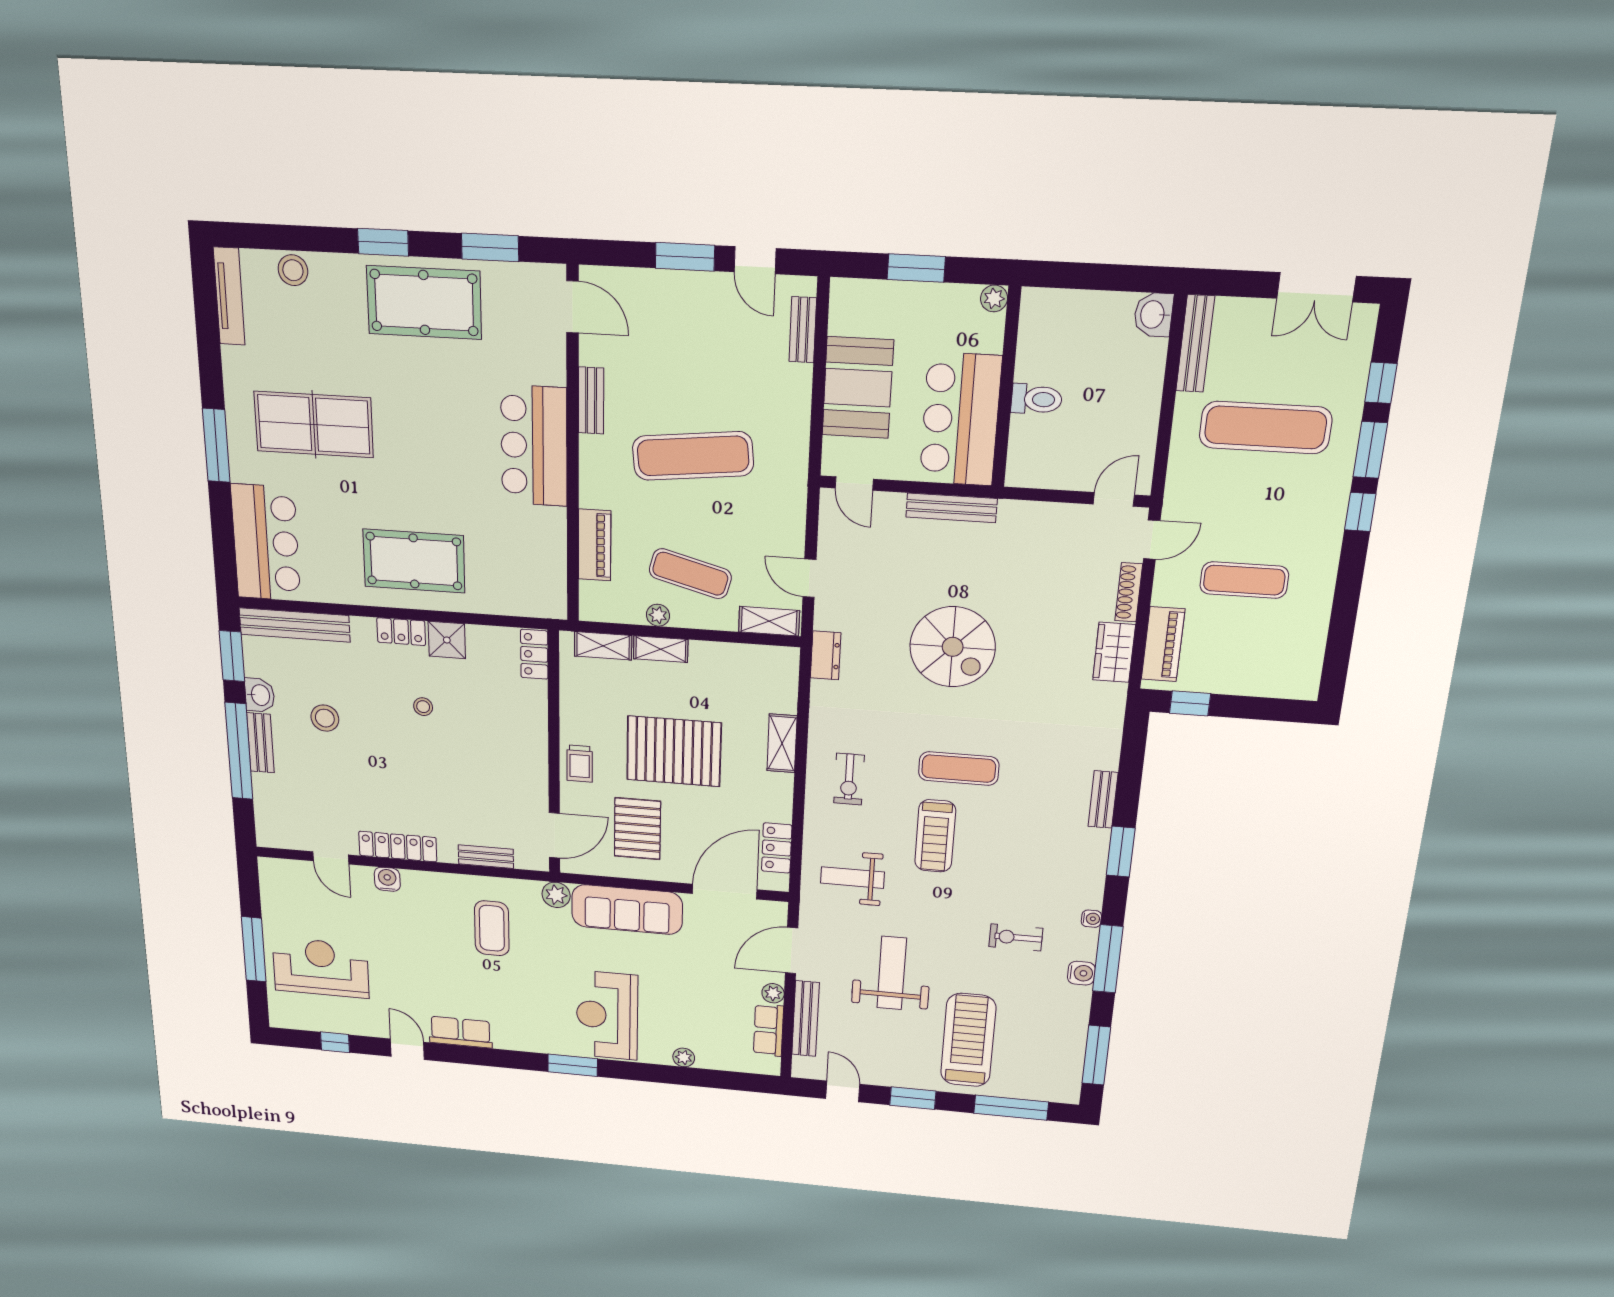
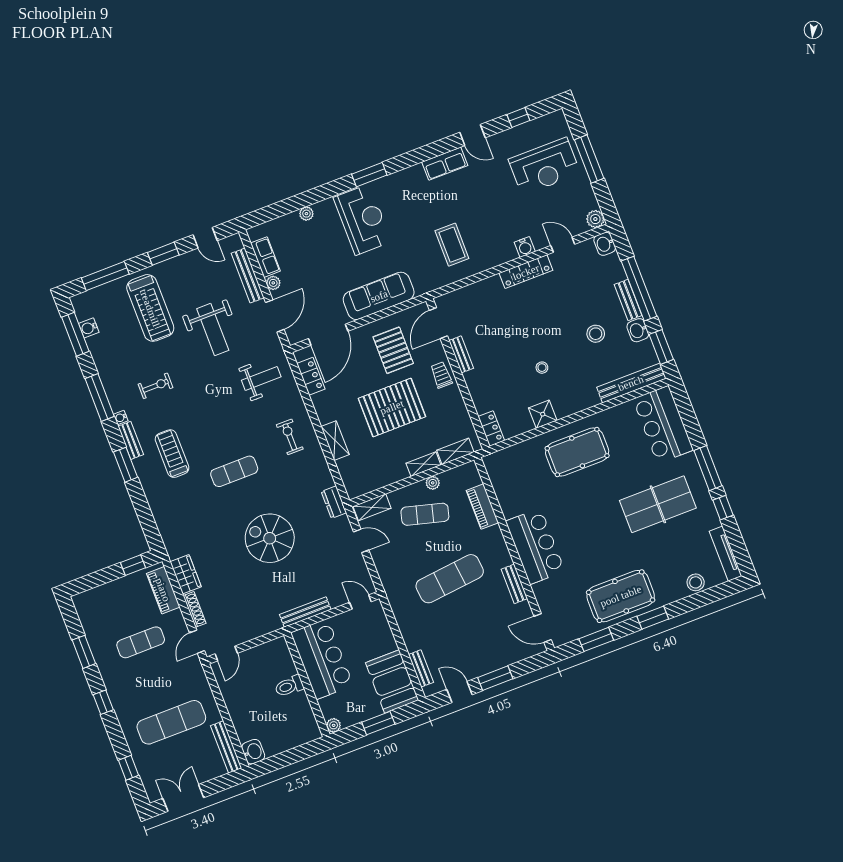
window: (211, 373) -> (723, 508), added
booth: (858, 388) -> (392, 681), moved
window: (1370, 450) -> (84, 652), moved
locker: (401, 632) -> (570, 407), removed
bench: (1103, 799) -> (131, 440), moved
washbasin: (269, 832) -> (605, 244), added
treadmill: (935, 836) -> (172, 454), moved
bench: (486, 857) -> (461, 354), moved, turned 90
plant: (556, 895) -> (595, 219), moved
water cooler: (1081, 973) -> (89, 328), moved

